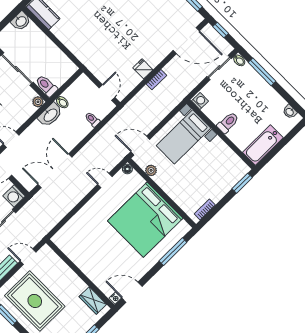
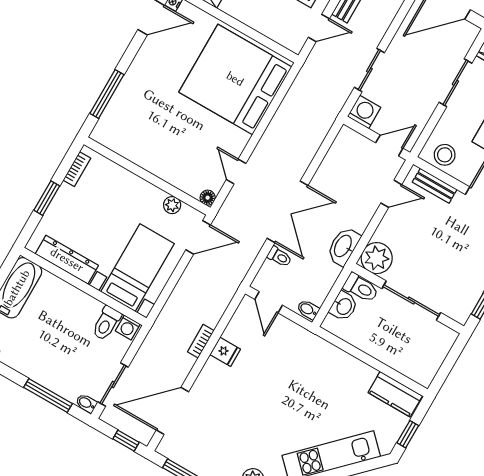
washbasin: (21, 21) -> (344, 306), moved, turned 180
plant: (38, 102) -> (377, 258), width x1.88, depth x1.88
bidet: (62, 102) -> (308, 309), moved
toilet: (228, 123) -> (106, 323), moved
dresser: (227, 154) -> (67, 260), added
double door: (55, 171) -> (287, 212), moved
door: (105, 181) -> (236, 171), swing flipped
window: (242, 183) -> (47, 198), moved
bed: (145, 220) -> (235, 79), moved, turned -90

